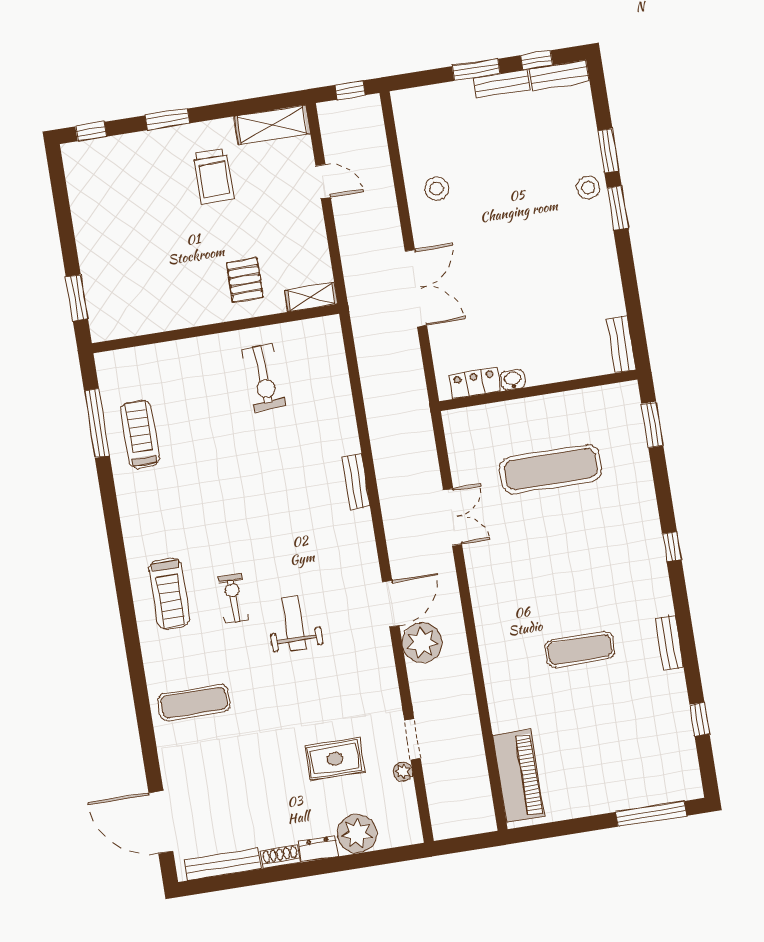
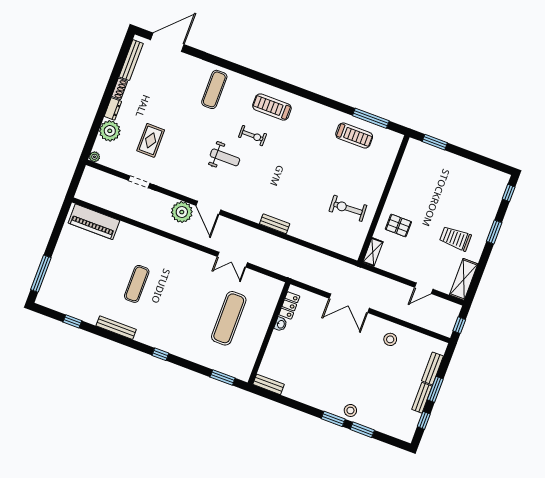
bench: (559, 75) -> (432, 368), moved
bench: (669, 643) -> (116, 328), width x1.36
plant: (403, 772) -> (94, 157), moved

